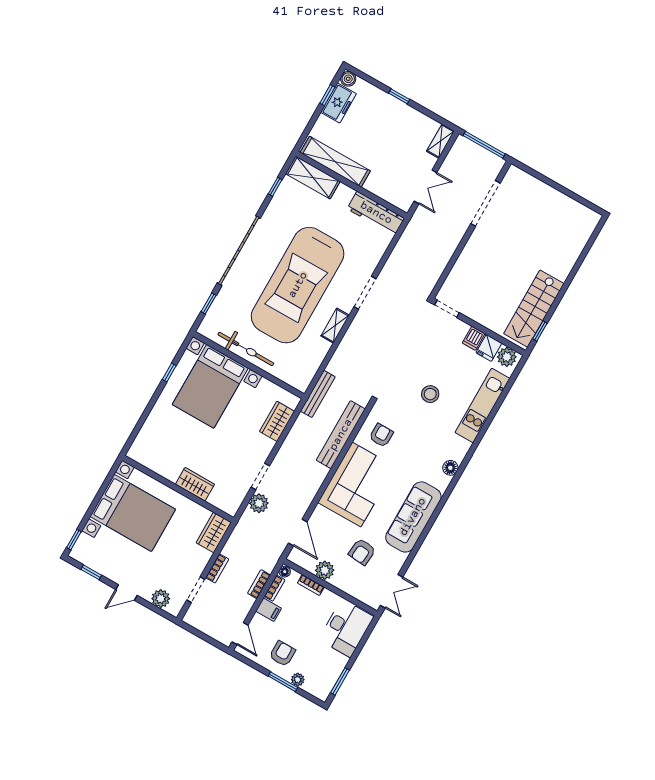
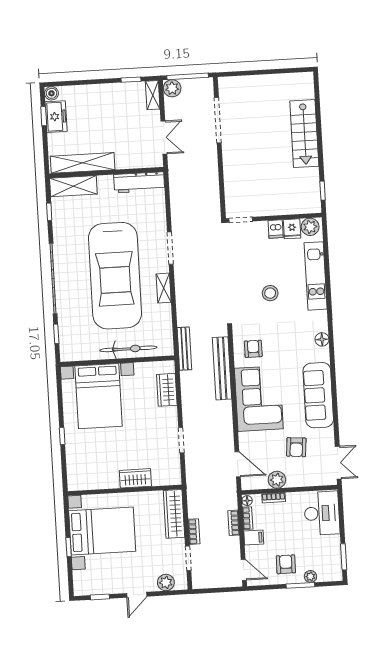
window: (399, 96) -> (131, 80), moved
stairs: (534, 309) -> (304, 134), moved
bicycle: (246, 349) -> (128, 349), moved
window: (169, 372) -> (62, 436), moved
plant: (259, 503) -> (172, 88), moved
wardrobe: (214, 532) -> (174, 514), width x1.50
window: (74, 540) -> (69, 547), moved

